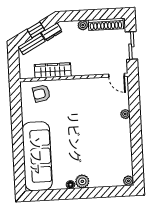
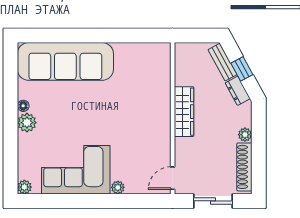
wardrobe: (53, 70) -> (184, 112), moved
armchair: (41, 93) -> (153, 72), removed
corner sofa: (114, 145) -> (76, 170), added

